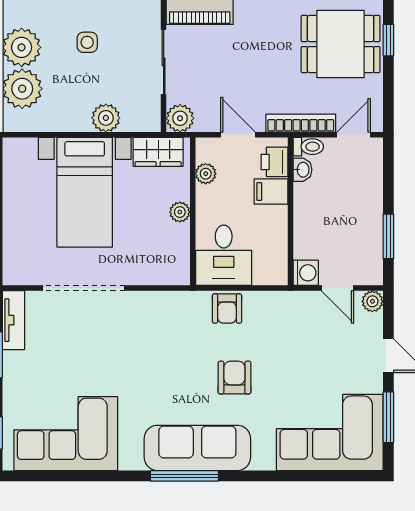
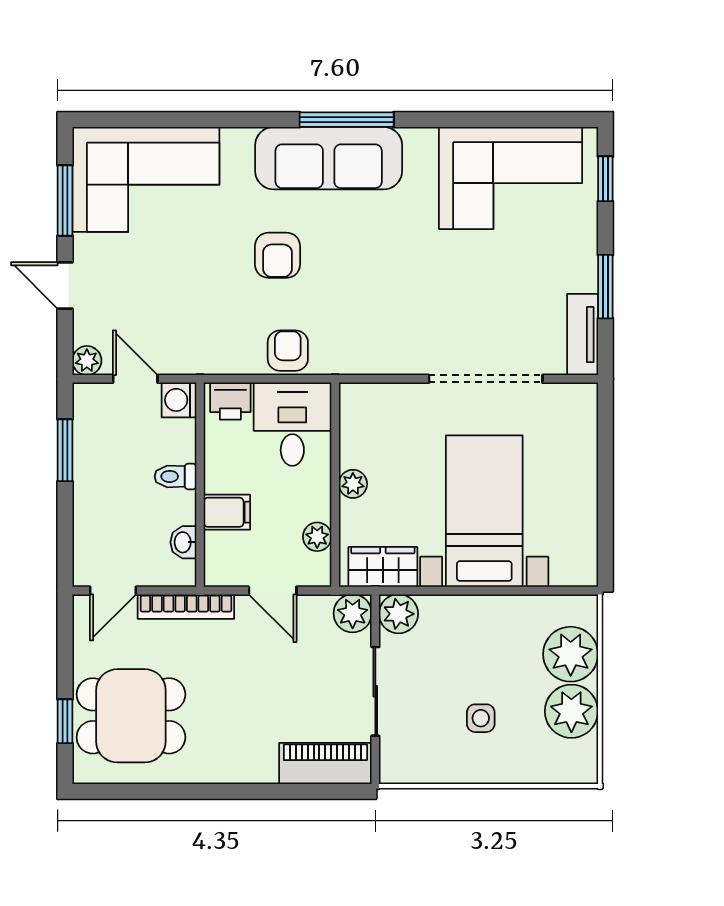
plant: (106, 118) -> (398, 614), moved
toilet: (308, 147) -> (175, 476), moved
printer: (274, 162) -> (230, 401), moved, turned 90

